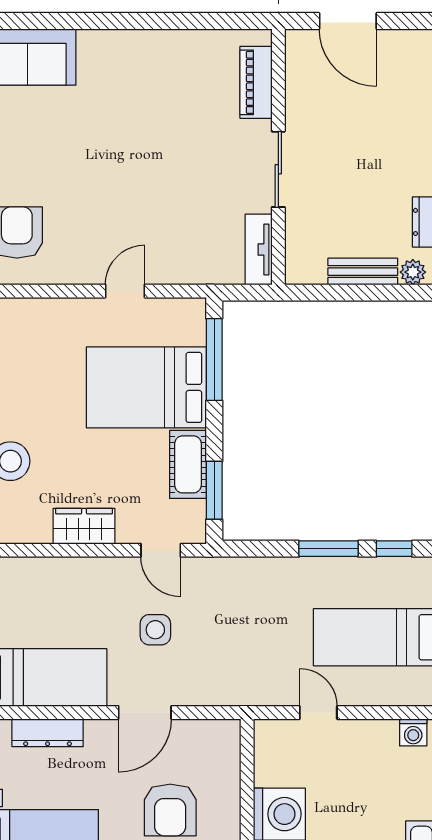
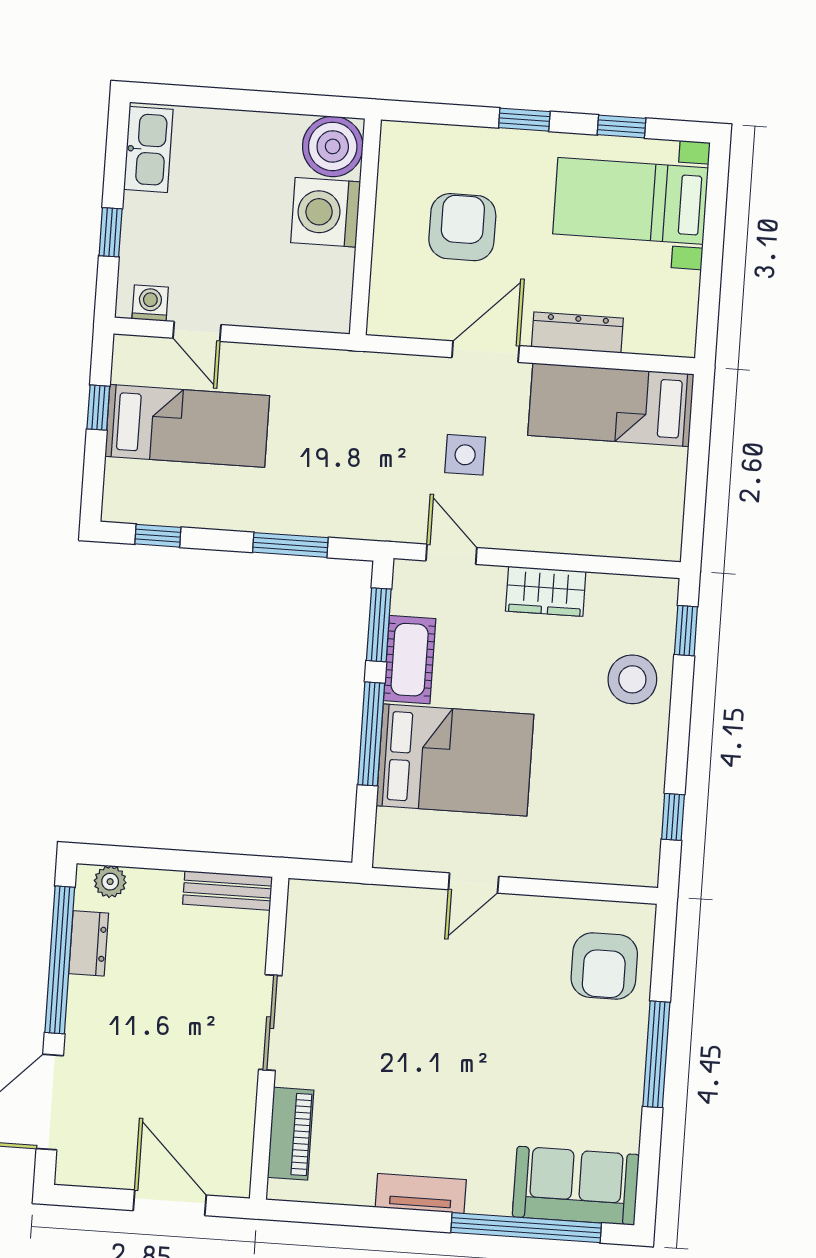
window: (64, 21) -> (526, 1228), added
tv unit: (259, 249) -> (421, 1193), moved, turned -90
bench: (363, 272) -> (228, 890), moved
window: (214, 360) -> (371, 734), moved
window: (329, 549) -> (290, 545), moved
door: (318, 713) -> (197, 331), moved
dresser: (48, 733) -> (577, 333), moved

